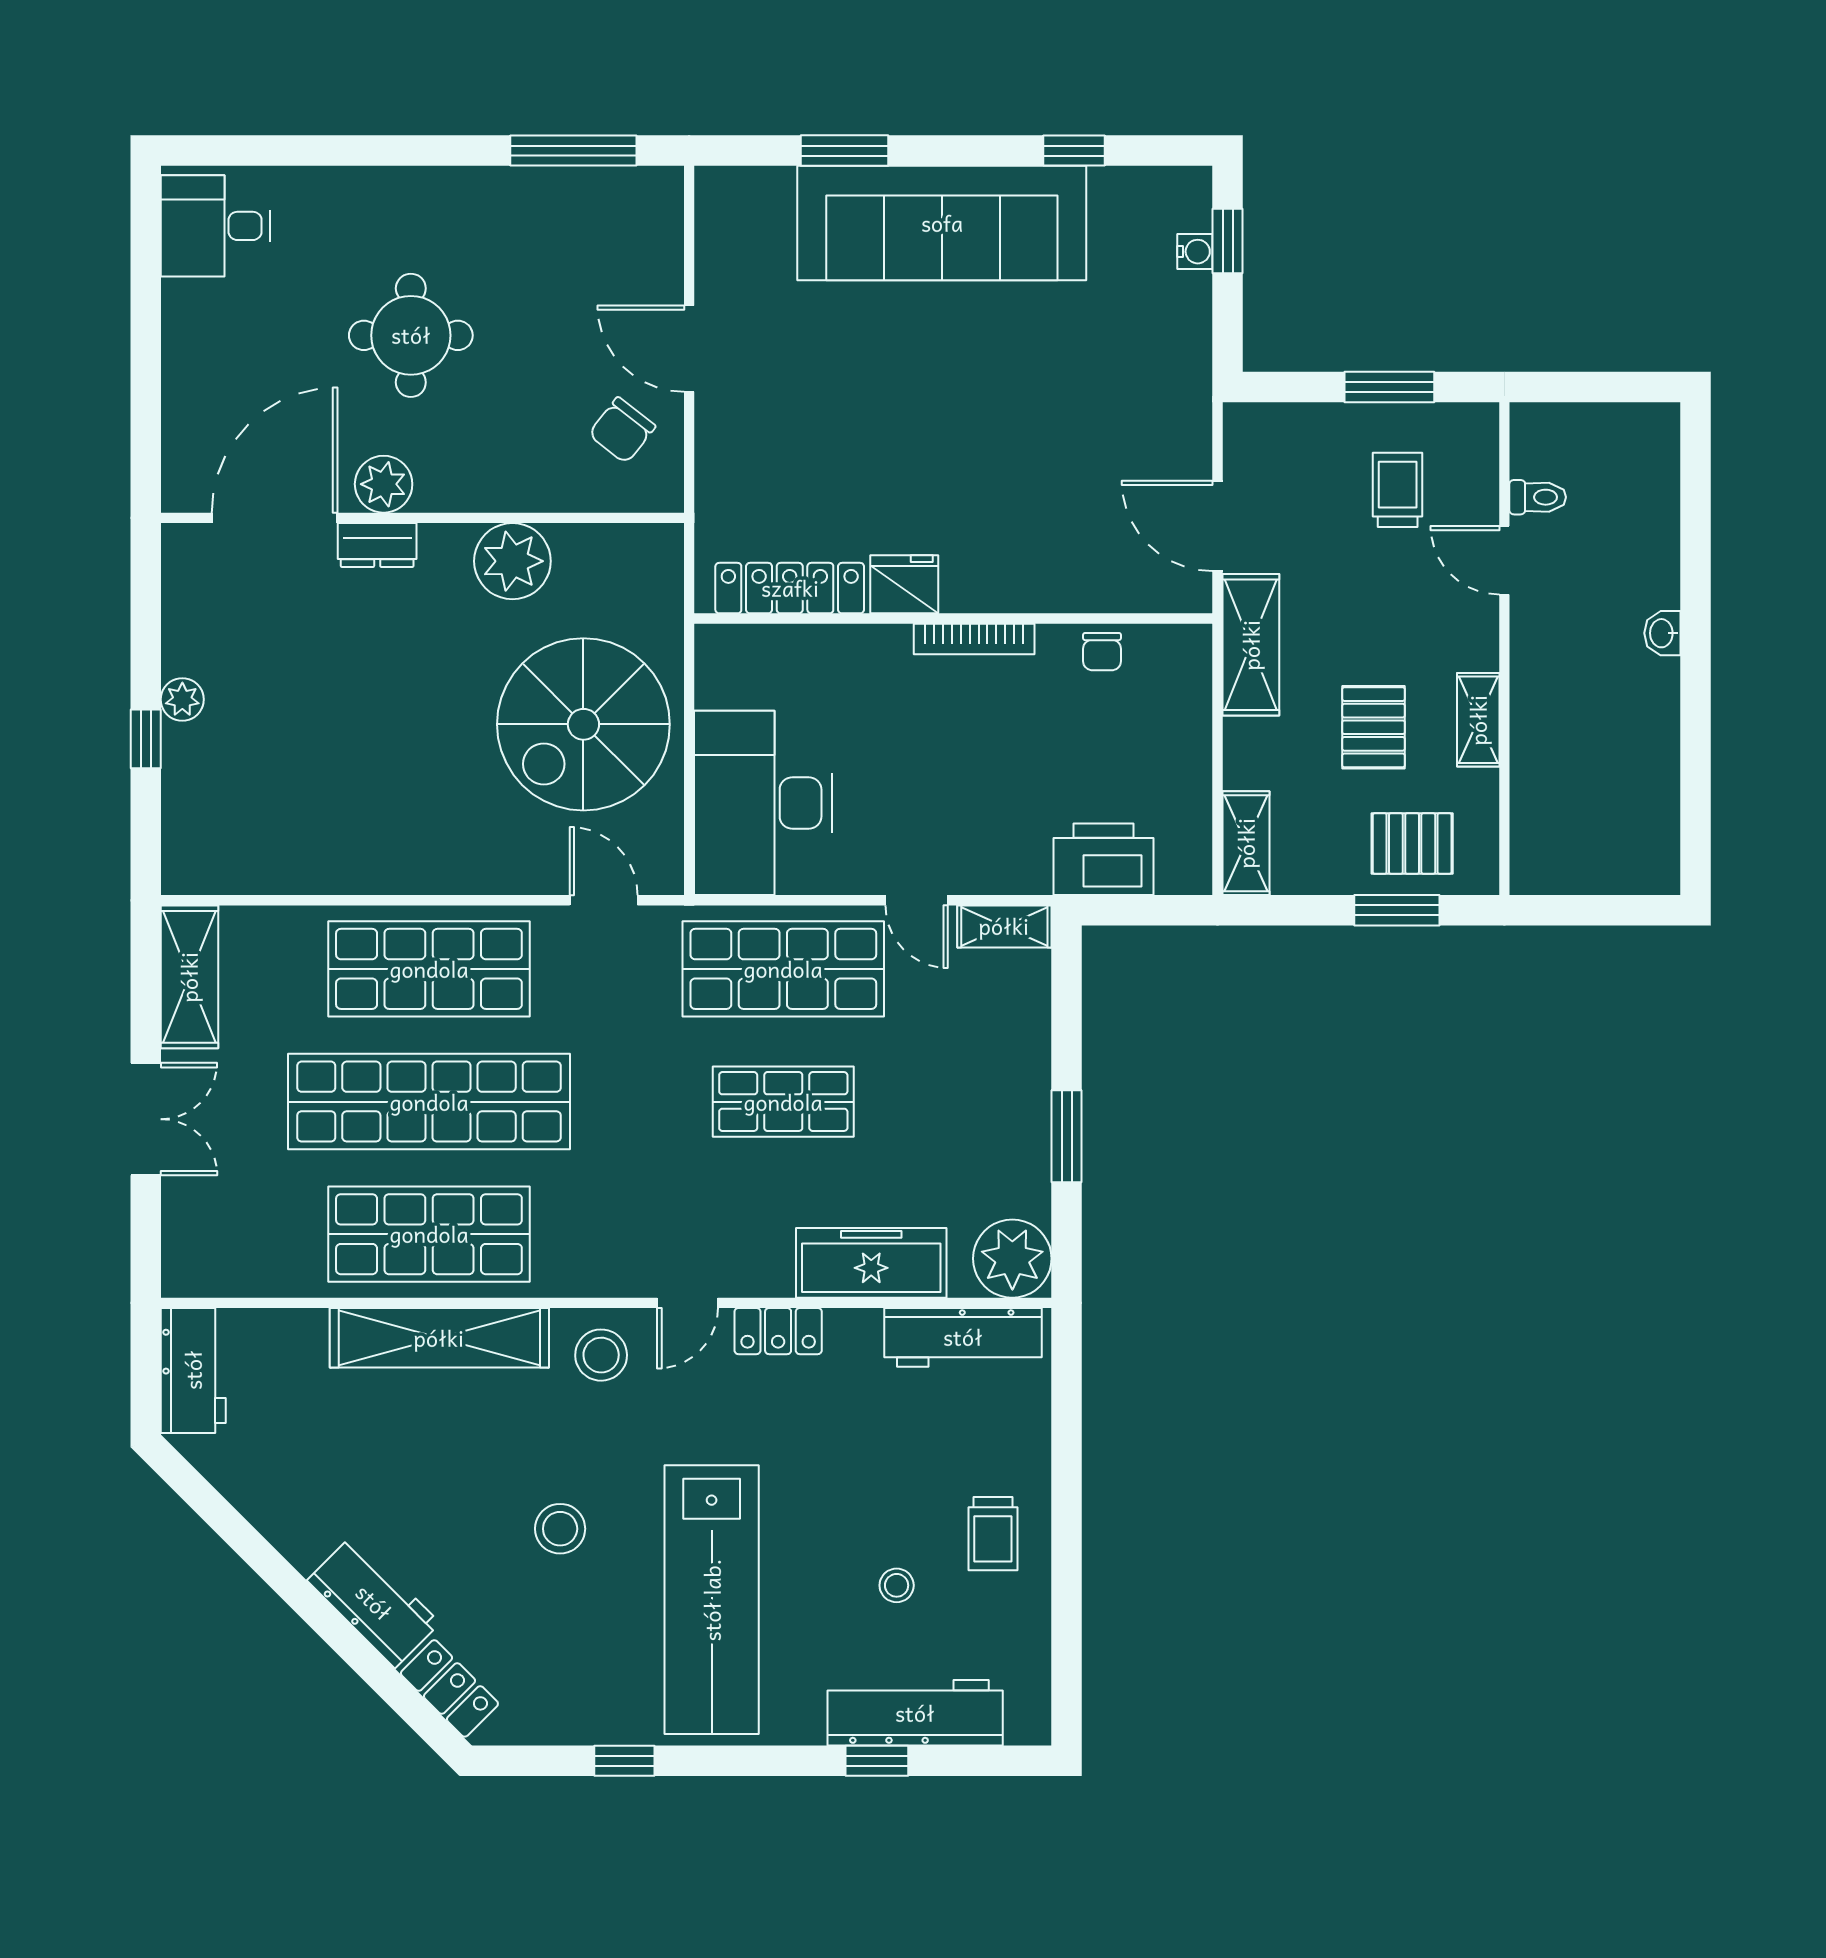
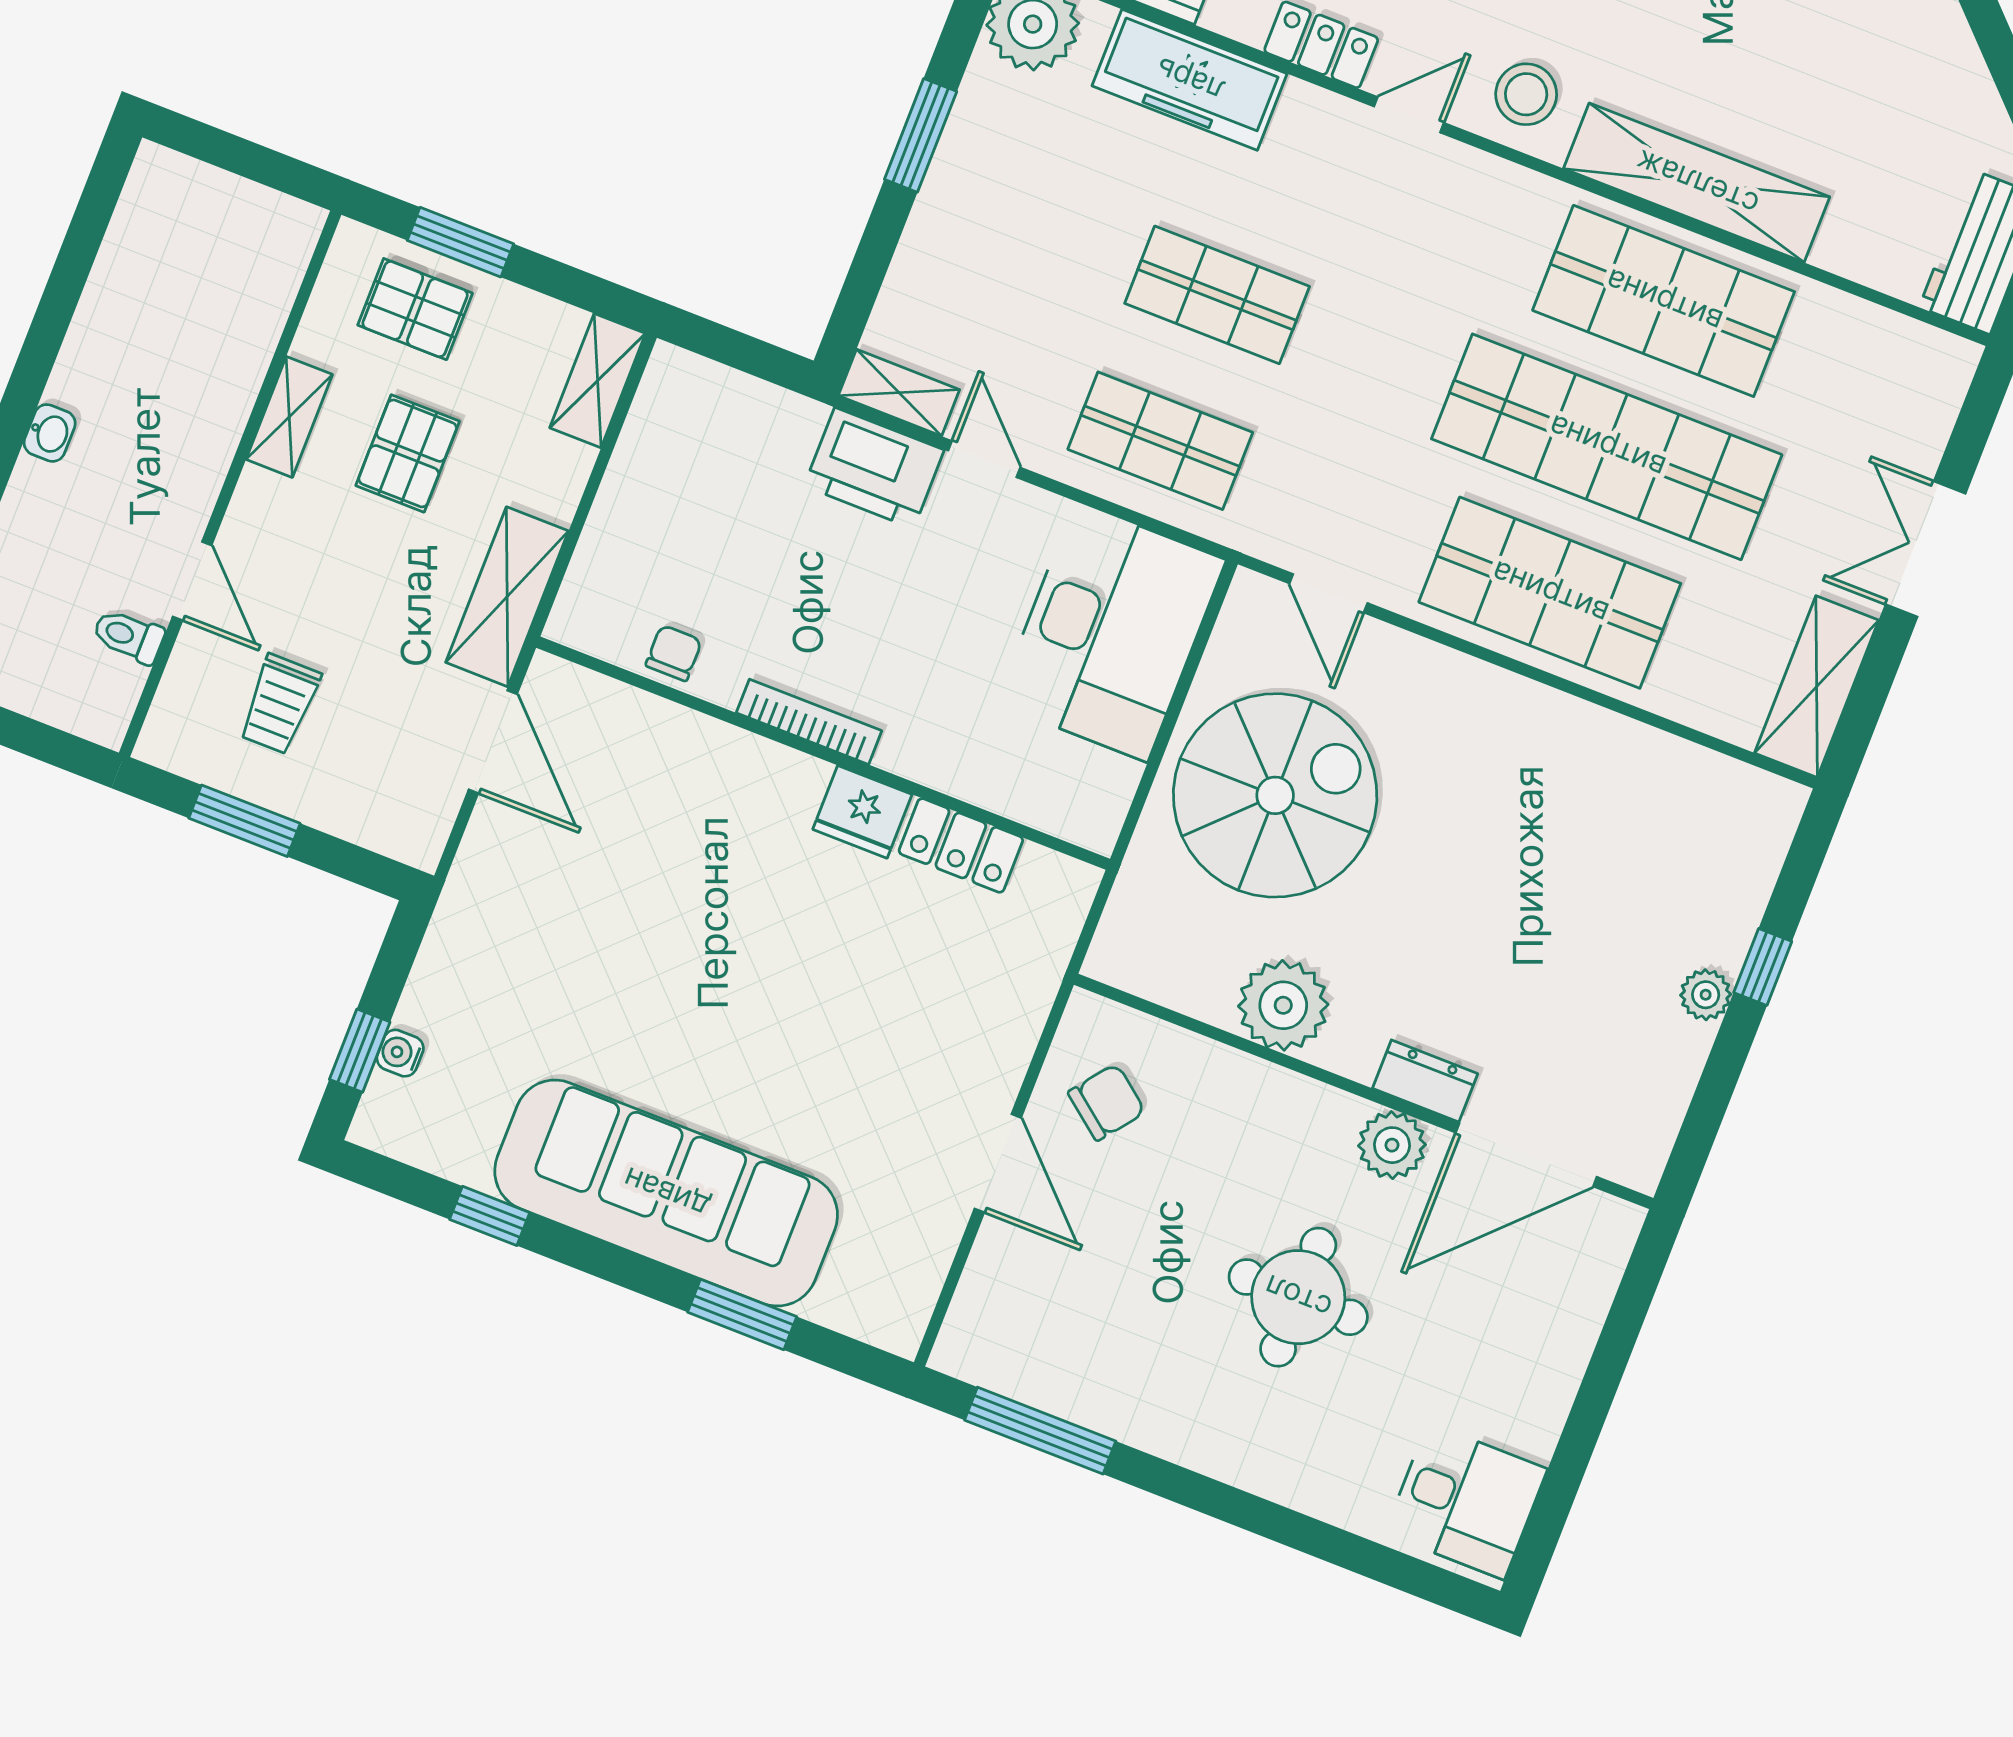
locker: (790, 588) -> (961, 845), width x0.66
printer: (1104, 859) -> (874, 468), moved
shop shelf: (783, 969) -> (1160, 441), width x0.70, depth x0.74

